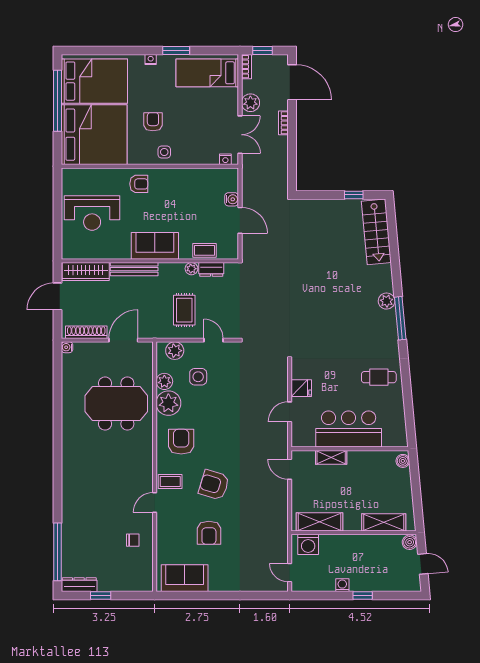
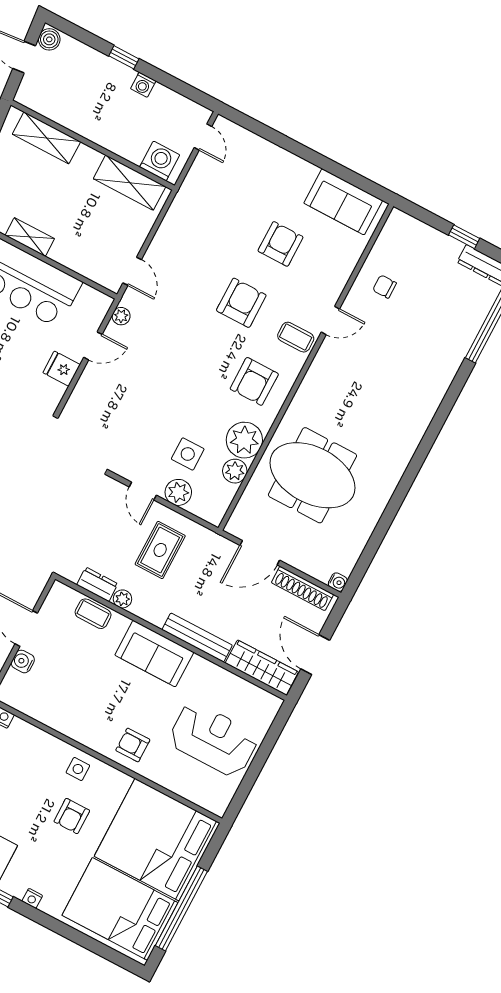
door: (58, 296) -> (315, 655), swing flipped
plant: (175, 351) -> (178, 492), moved
plant: (282, 439) -> (121, 316), added
shelving: (331, 457) -> (30, 237), moved
armchair: (214, 485) -> (241, 303), turned -107
boiler: (410, 542) -> (49, 39), moved

